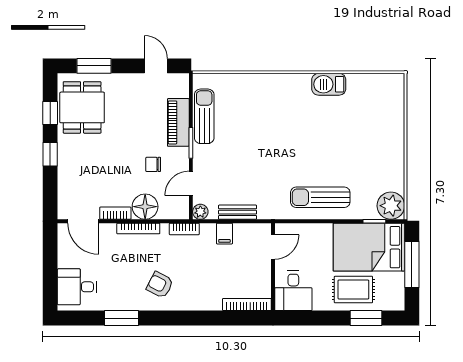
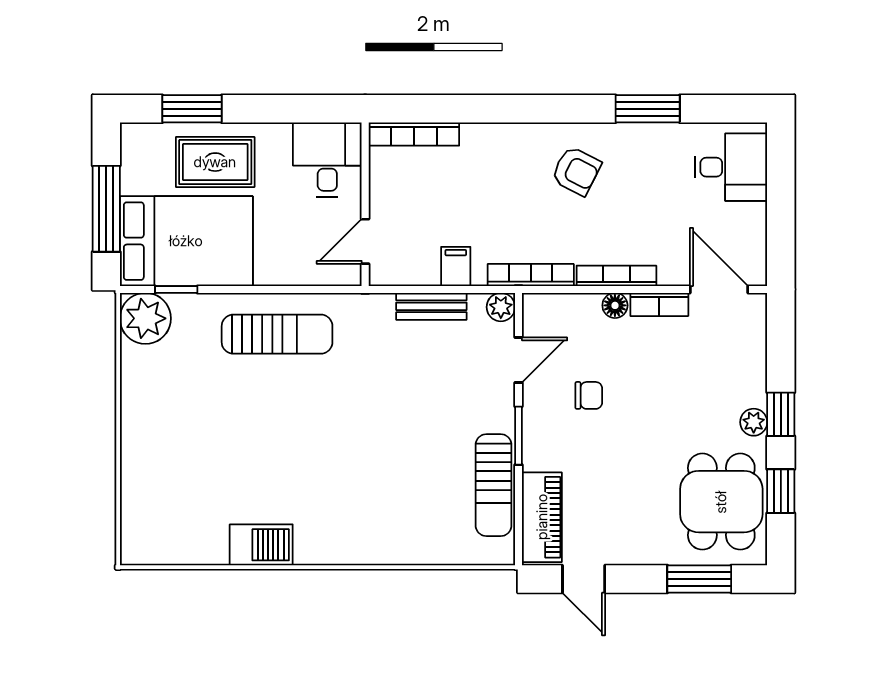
piano: (178, 122) -> (542, 517), moved
plant: (65, 150) -> (754, 422), added
floor lamp: (145, 207) -> (615, 305), width x0.53, depth x0.53
bookcase: (184, 229) -> (531, 275), width x1.56

